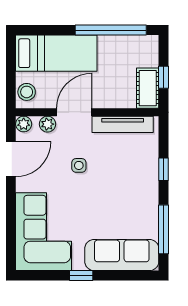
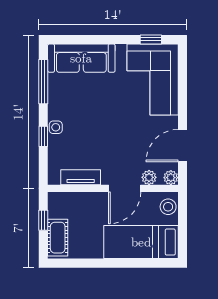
window: (111, 30) -> (91, 263), removed
cot: (148, 88) -> (58, 238), moved
tv unit: (123, 124) -> (81, 177), width x0.71
side table: (79, 165) -> (56, 127), moved
window: (81, 276) -> (151, 39), moved

